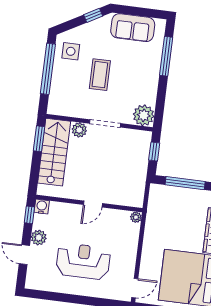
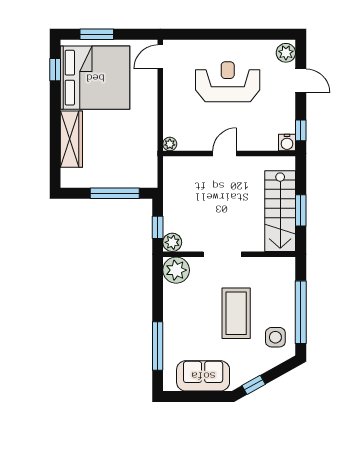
coffee table: (100, 75) -> (236, 313), width x1.36, depth x1.32
plant: (79, 130) -> (172, 242), moved
window: (39, 139) -> (301, 210), moved
plant: (39, 238) -> (286, 53), moved
reception desk: (83, 261) -> (228, 82), turned 180

